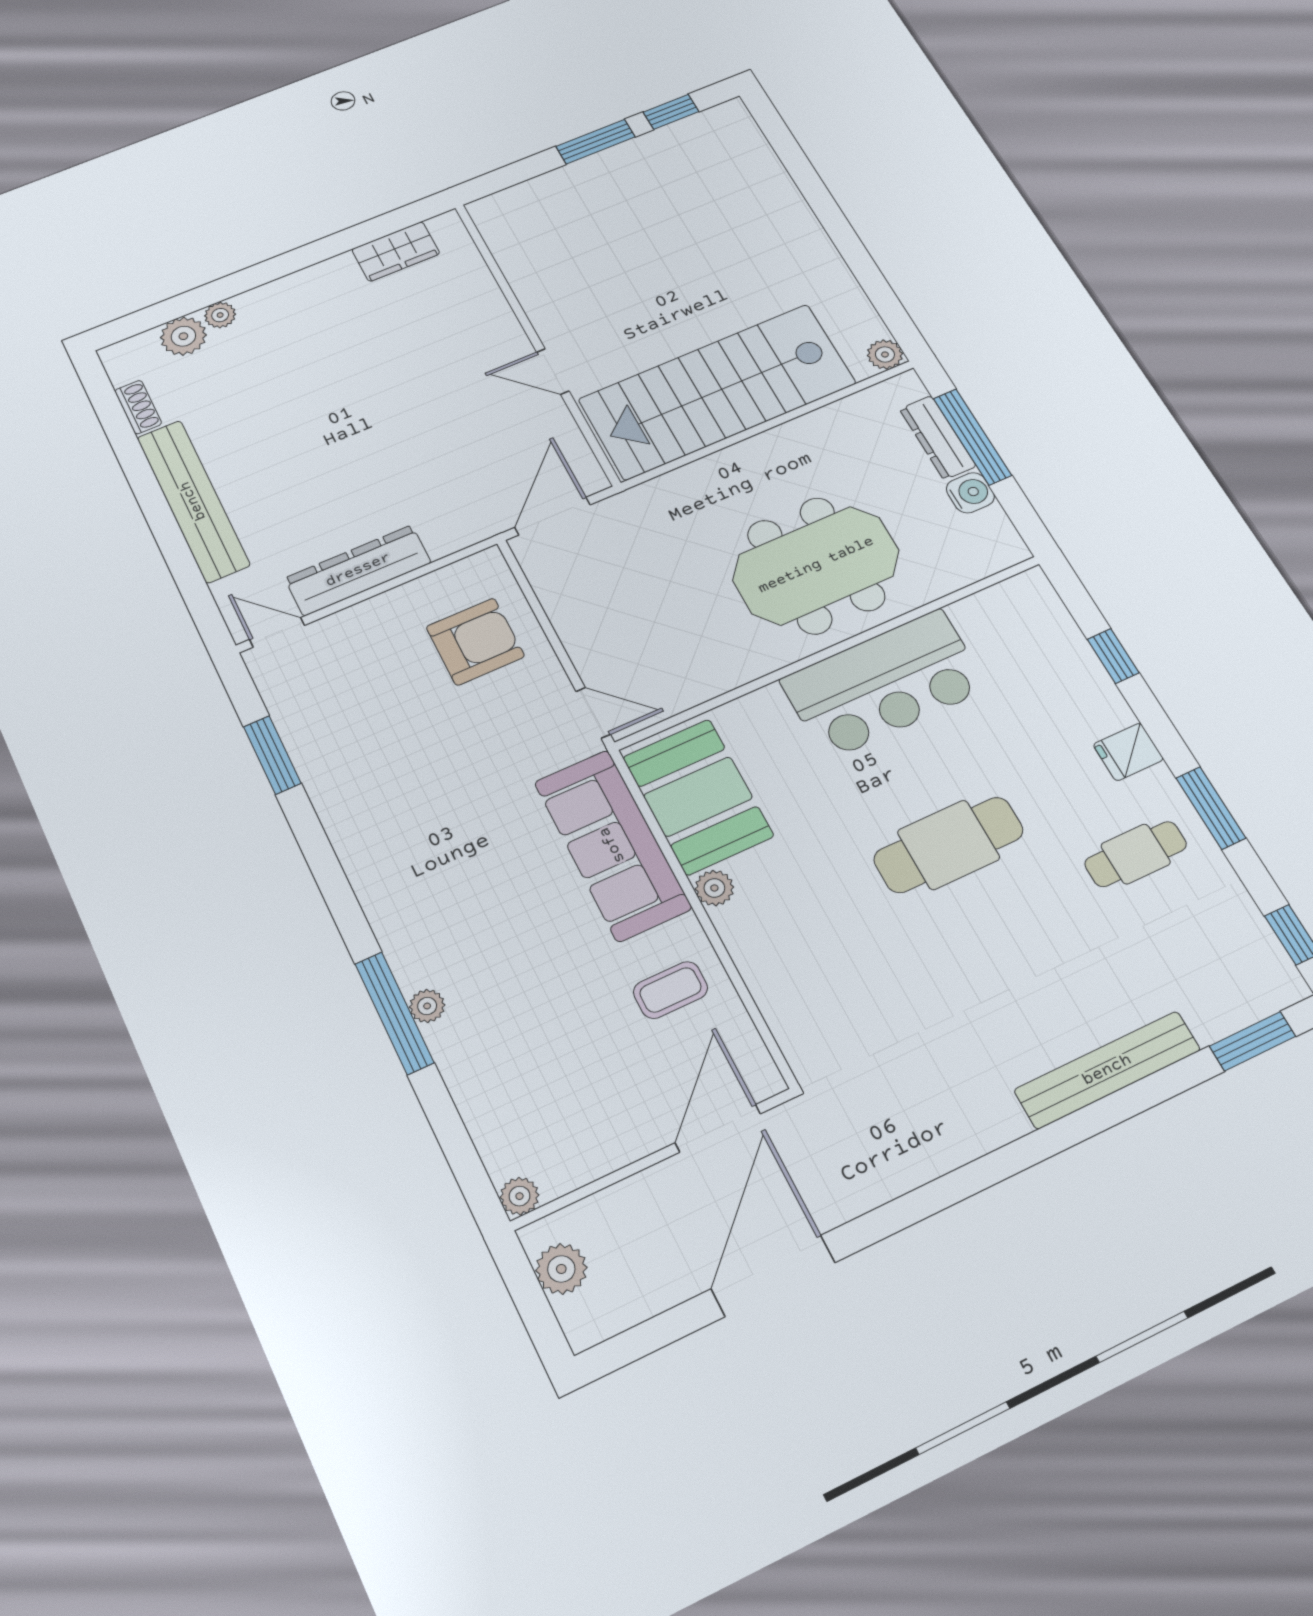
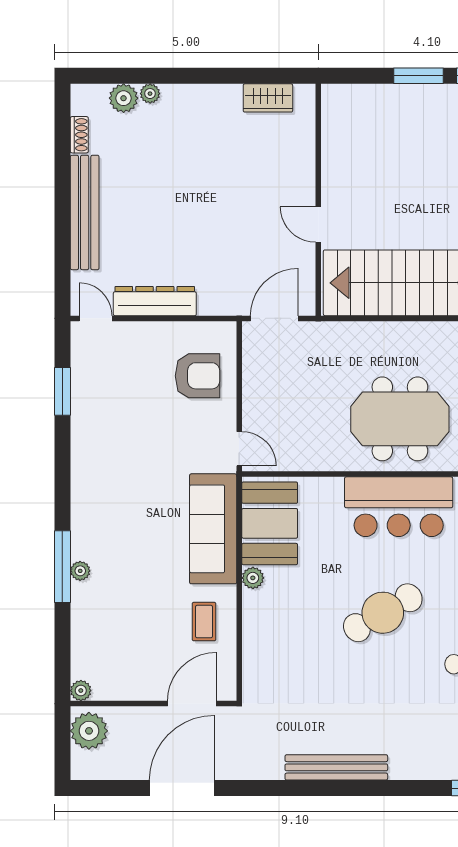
cafe table: (949, 845) -> (383, 613), turned -30
coffee table: (671, 990) -> (204, 622), turned 90
bench: (1107, 1070) -> (336, 767), moved
plant: (561, 1269) -> (89, 731), width x1.36, depth x1.36

